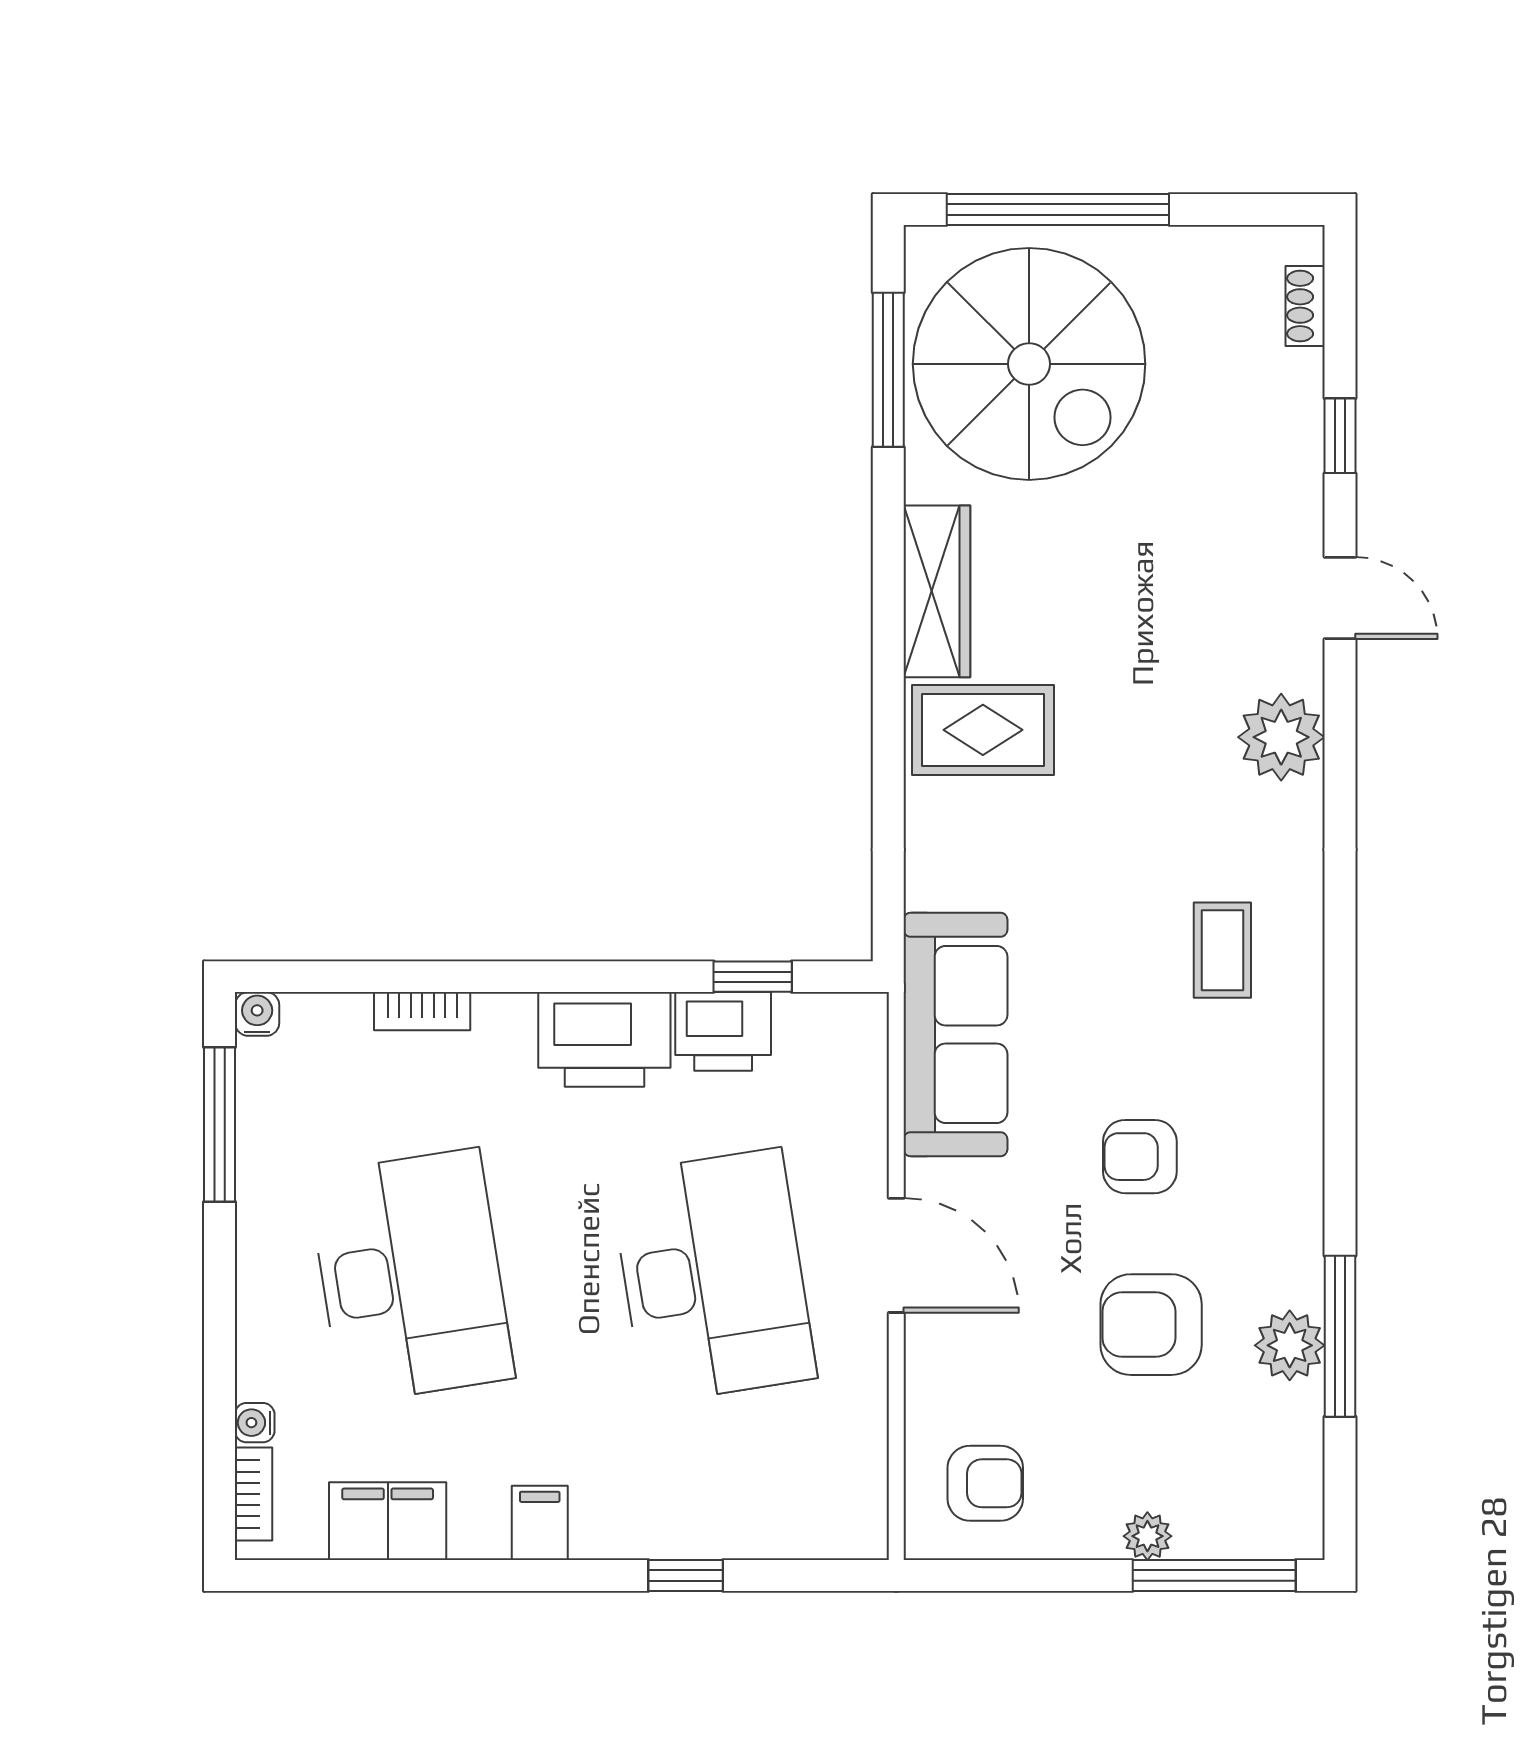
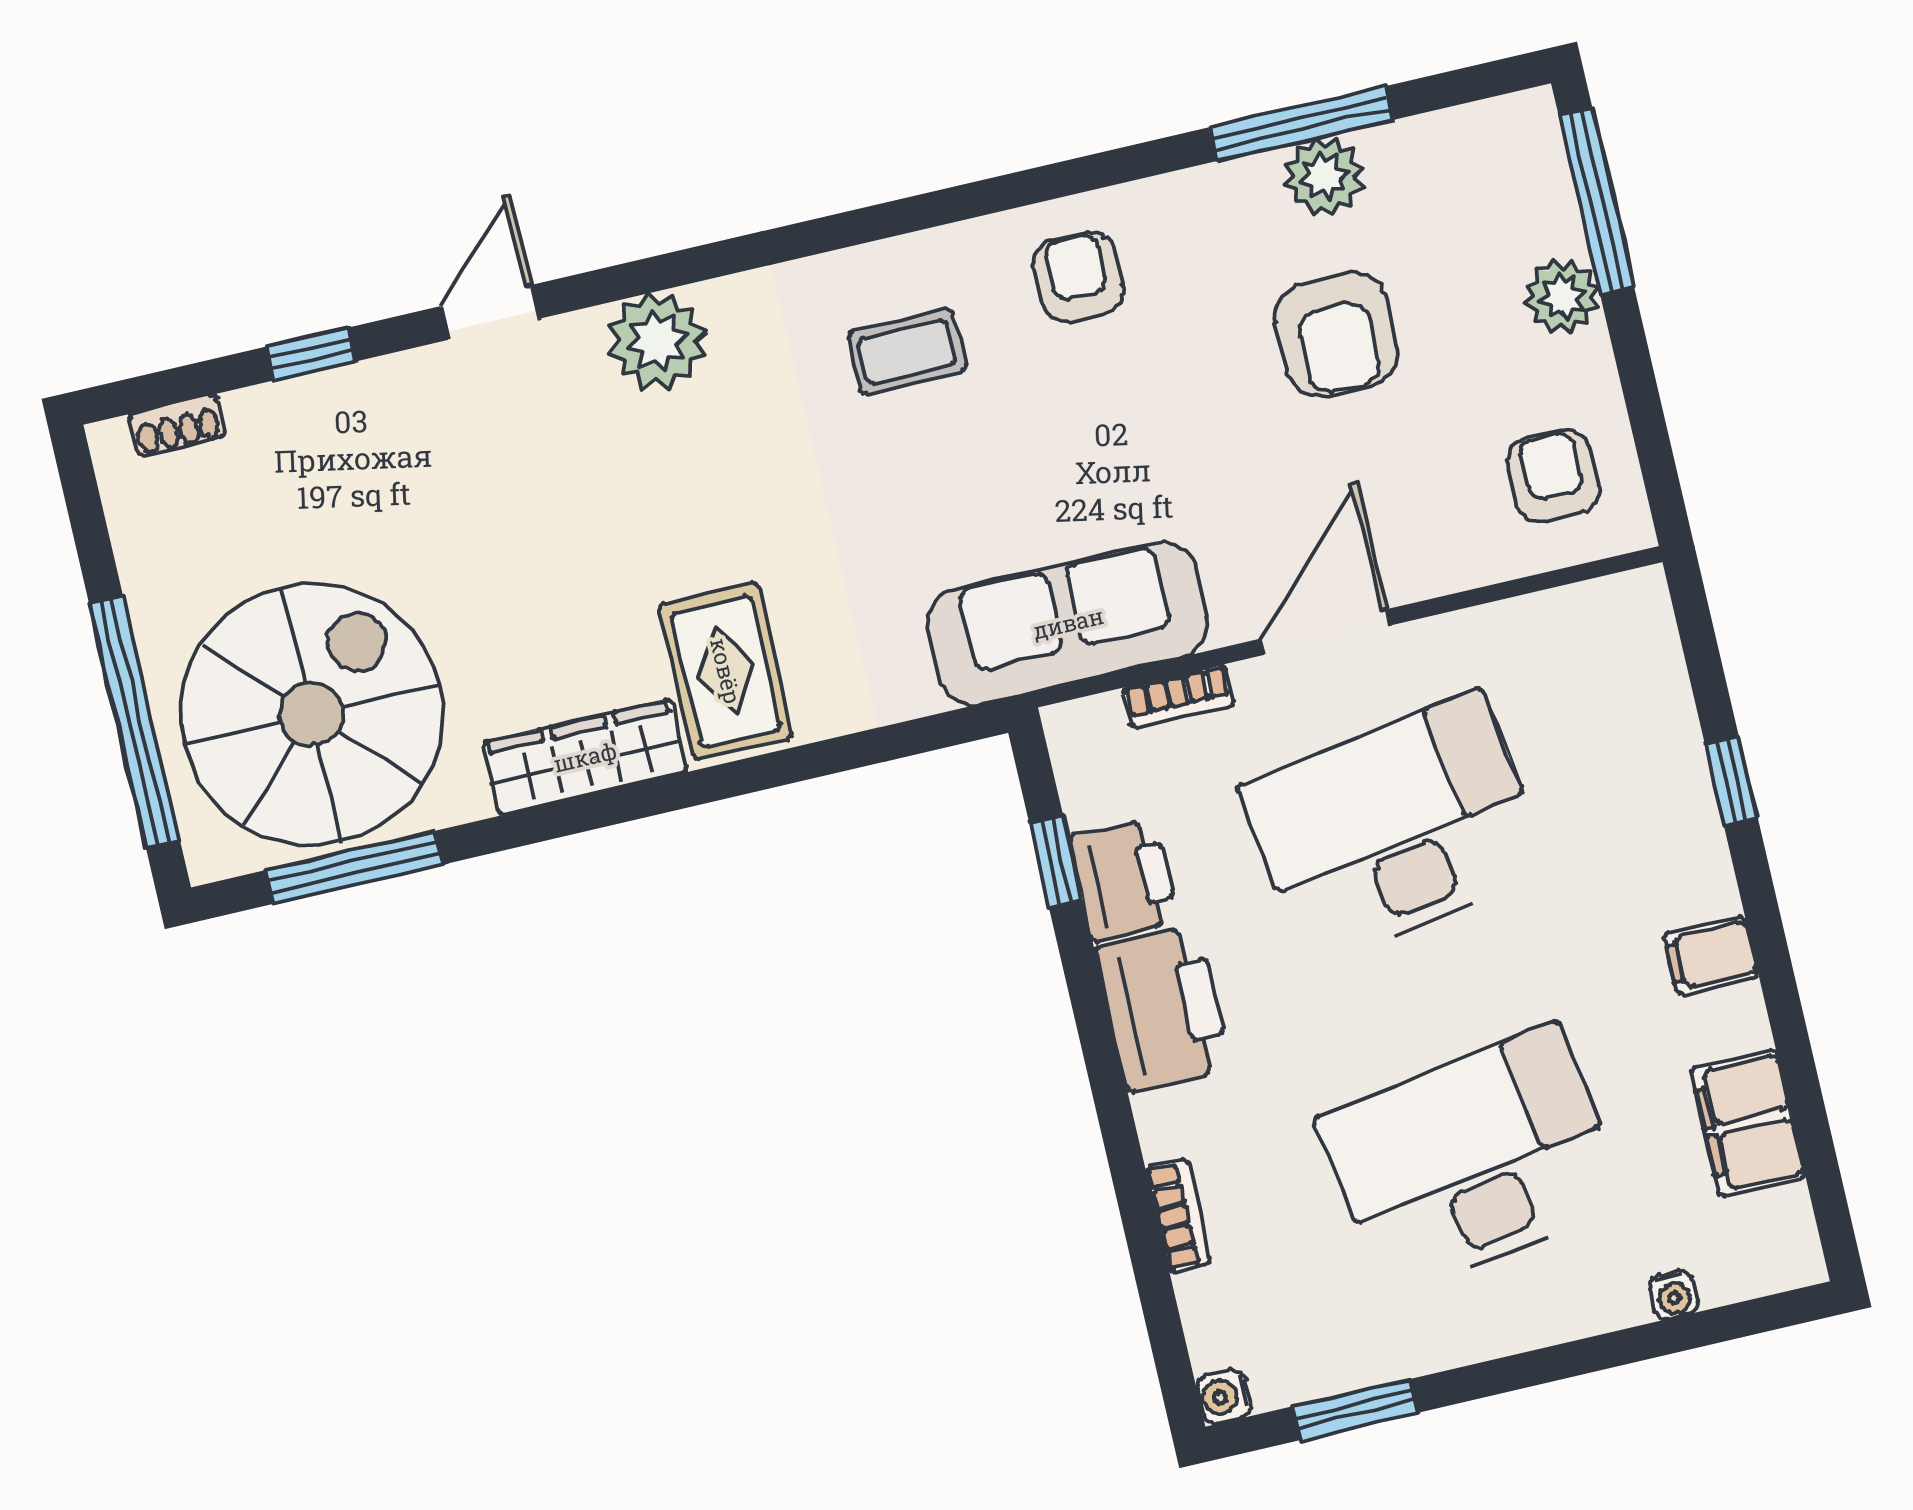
window: (219, 1125) -> (1355, 1410), width x0.69
armchair: (1140, 1157) -> (1078, 277), moved, turned 180
bookcase: (253, 1494) -> (1178, 696), moved, turned 180
plant: (1147, 1536) -> (1562, 296), width x1.38, depth x1.38

